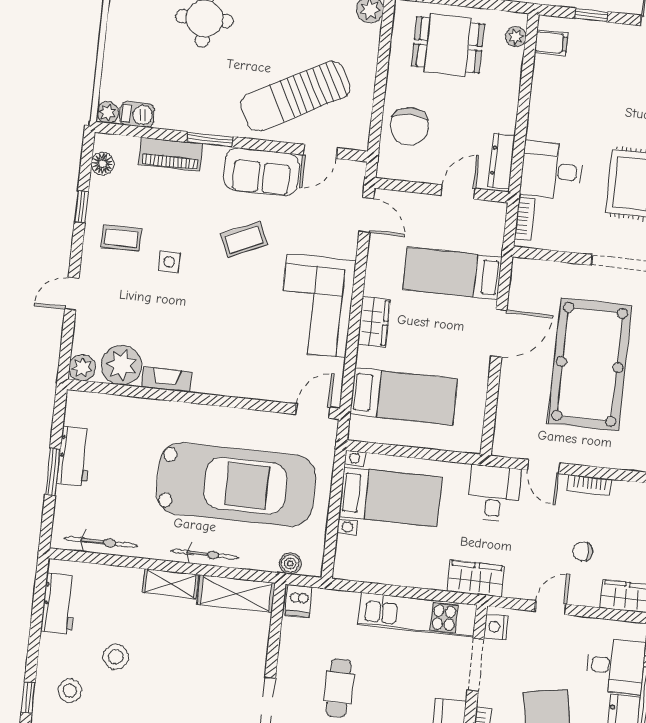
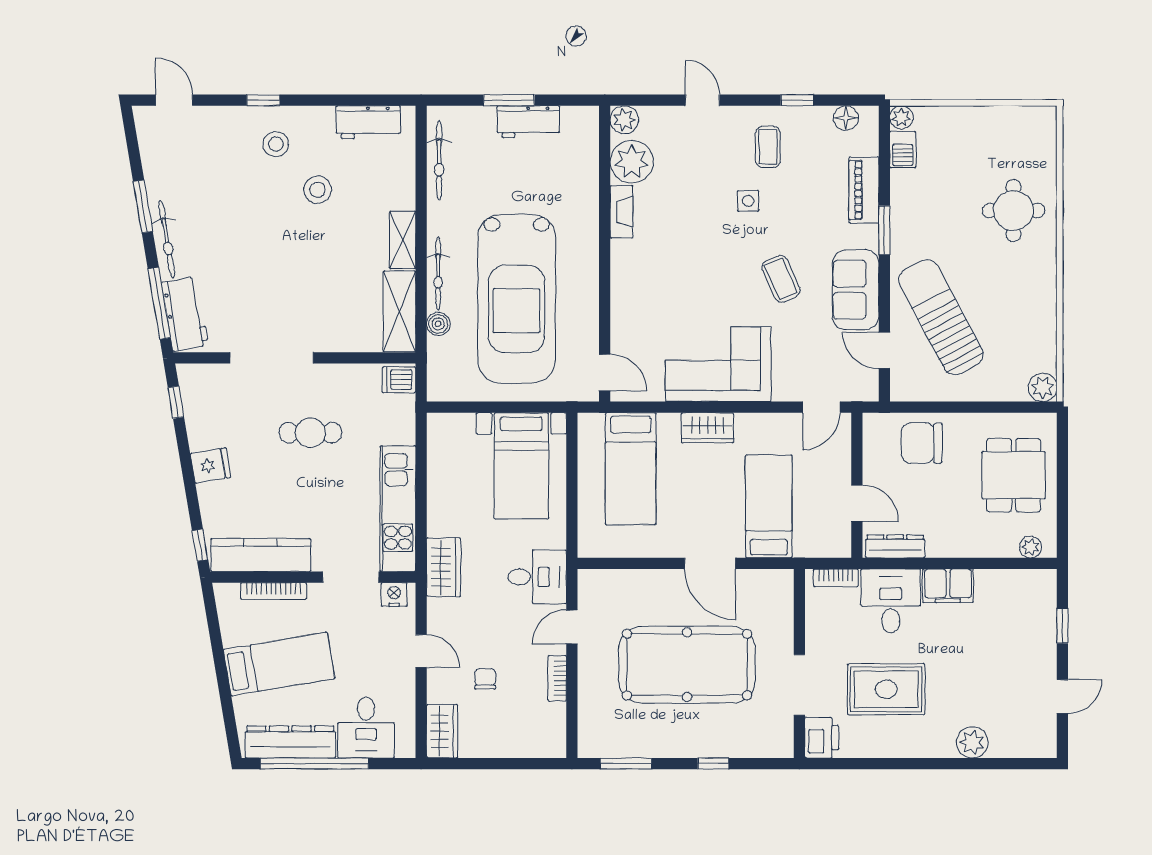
filing cabinet: (551, 43) -> (948, 586), moved, width x2.00
boiler: (290, 563) -> (438, 324), moved

